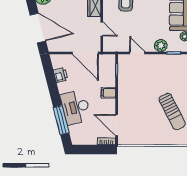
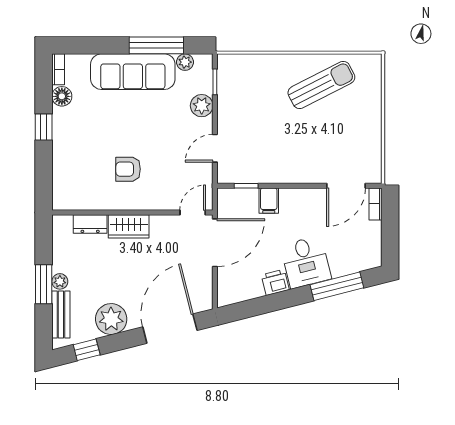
door: (102, 29) -> (193, 213), moved
printer: (61, 75) -> (275, 282), moved
filing cabinet: (108, 93) -> (269, 201), moved
desk: (76, 107) -> (306, 262), width x0.73

